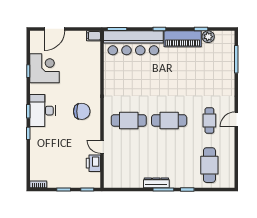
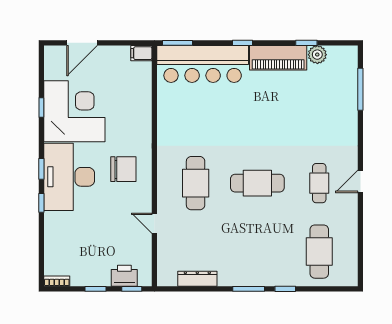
corner desk: (44, 68) -> (74, 111), width x1.36, depth x1.36
desk: (43, 111) -> (69, 177), width x1.36, depth x1.30
cafe table: (129, 120) -> (196, 183), turned 90
printer: (93, 163) -> (124, 276), moved, turned 90
dresser: (156, 183) -> (197, 279), moved

